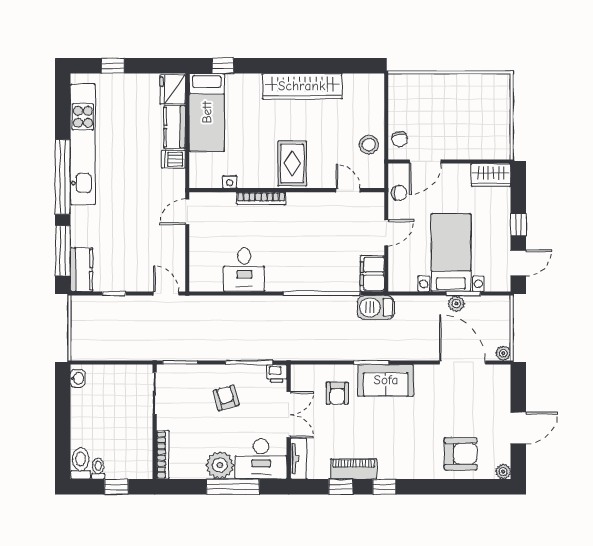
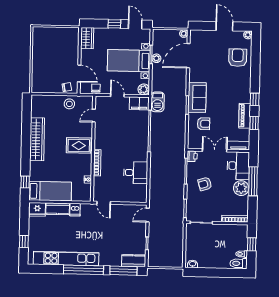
plant: (398, 281) -> (144, 89), added

